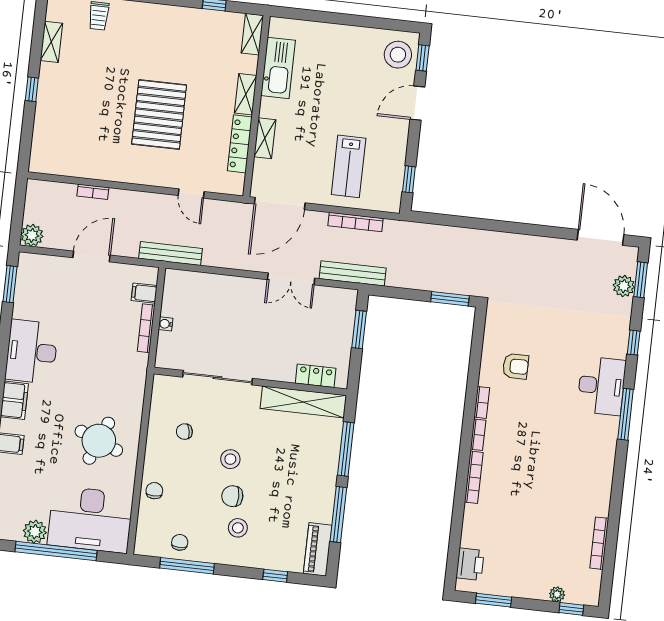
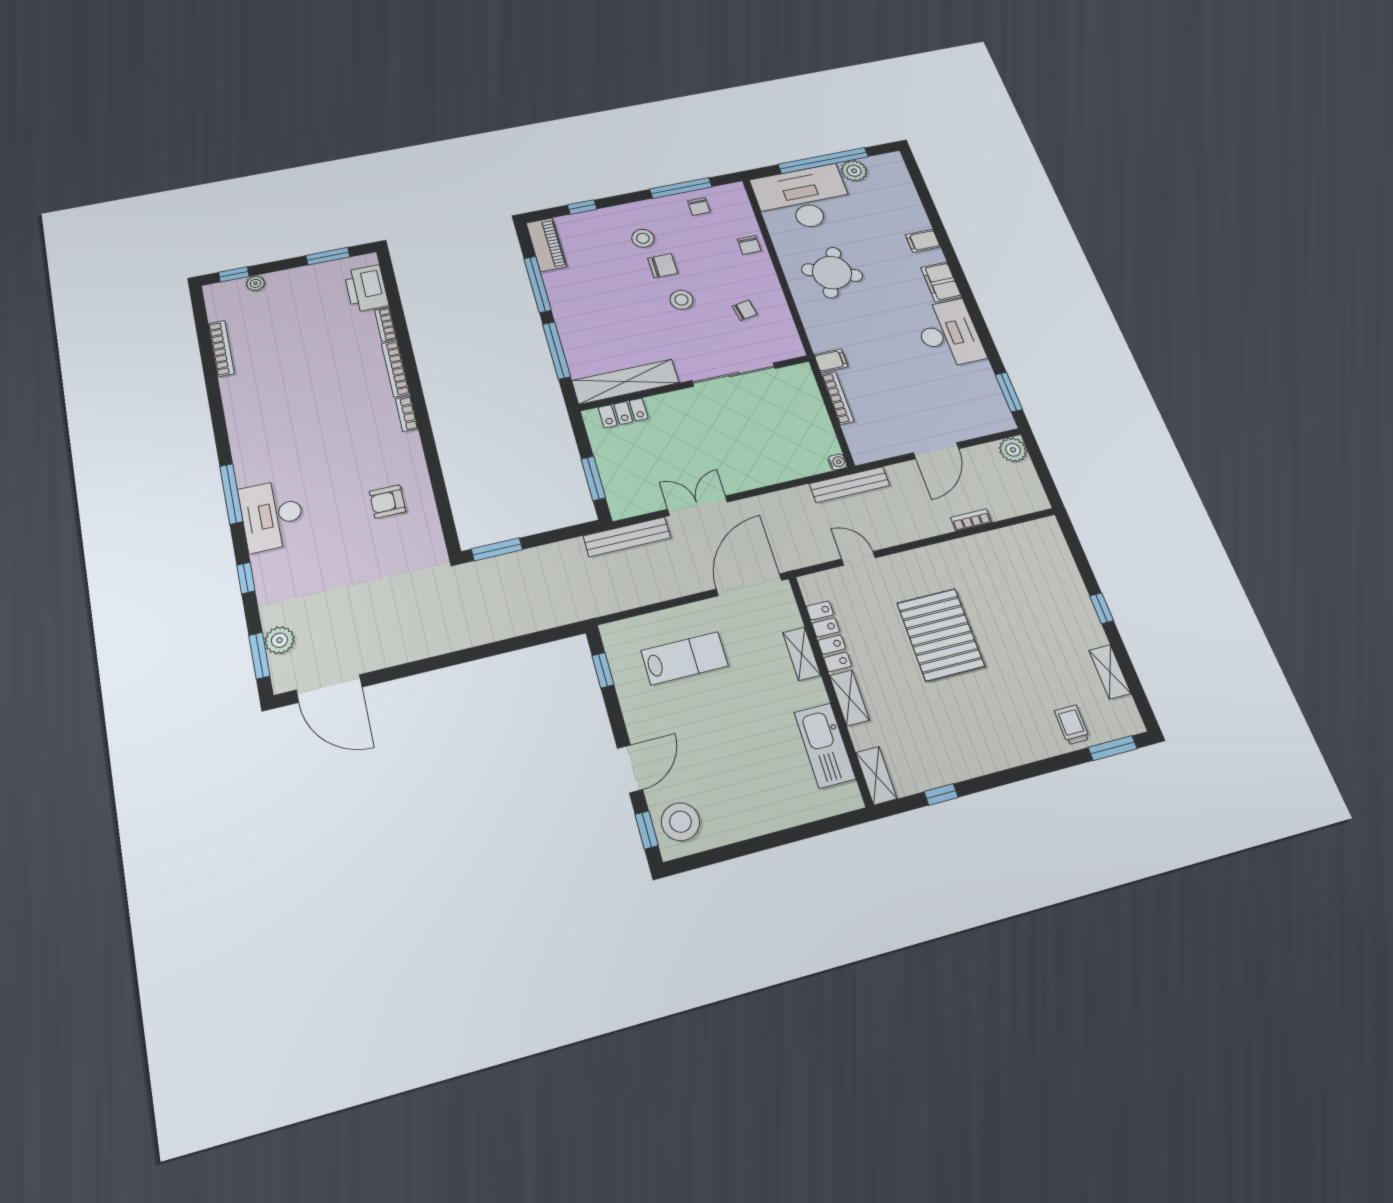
lab bench: (349, 166) -> (685, 658), turned 90
bookcase: (355, 222) -> (648, 596), removed
filing cabinet: (144, 293) -> (831, 361), moved
water cooler: (166, 324) -> (837, 462), moved
bookcase: (482, 402) -> (386, 324), moved
printer: (470, 564) -> (366, 288), width x1.37, depth x1.19

